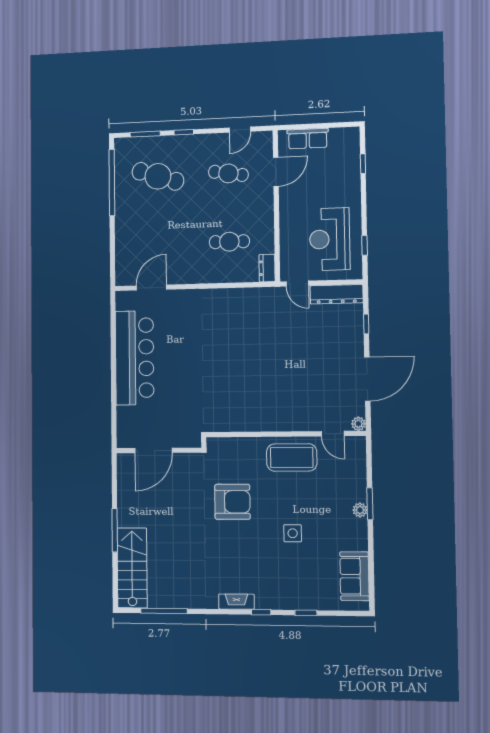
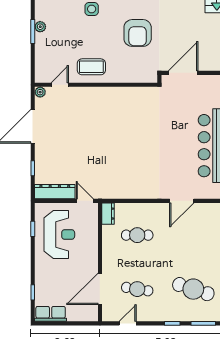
row of seats: (308, 139) -> (51, 314), moved
door: (276, 172) -> (100, 289), width x1.36
door: (151, 288) -> (182, 201), moved
door: (333, 434) -> (60, 85), hinge flipped
door: (154, 450) -> (183, 73), moved
coffee table: (292, 457) -> (91, 67), width x0.73, depth x0.76
armchair: (232, 502) -> (138, 33), turned -90

